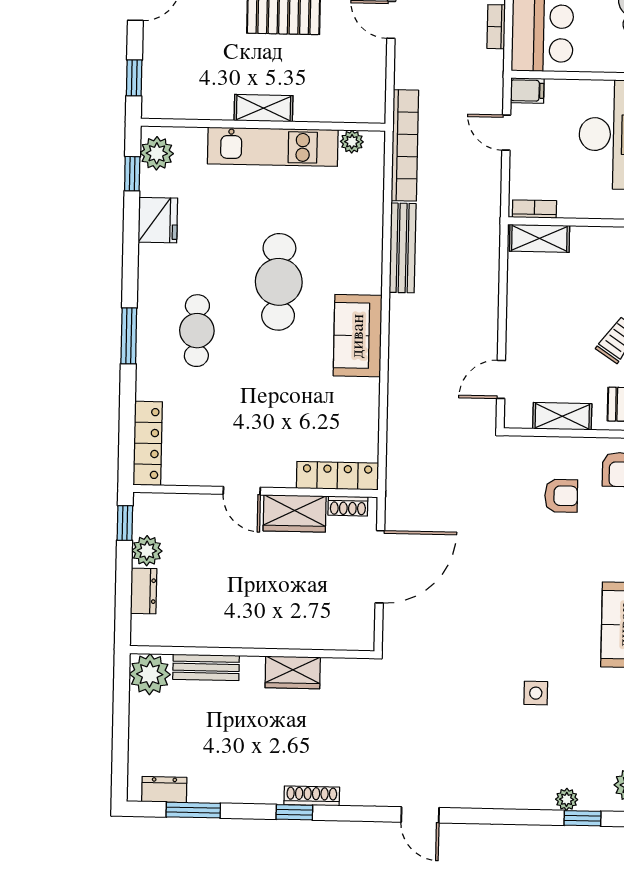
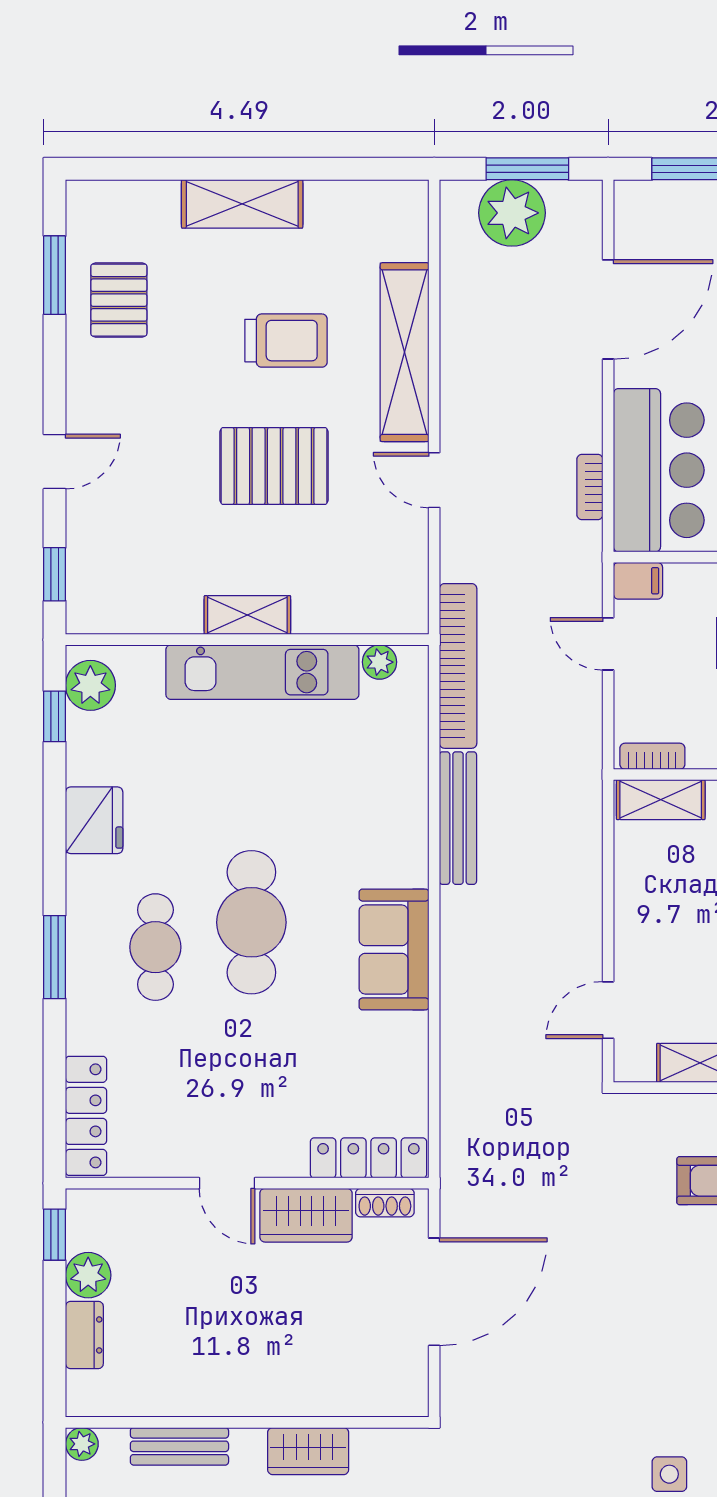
fridge: (158, 220) -> (94, 820), moved
cafe table: (279, 282) -> (251, 922), moved
plant: (150, 674) -> (82, 1444), width x0.53, depth x0.53

